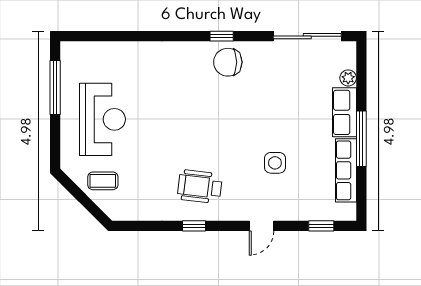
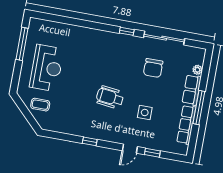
sliding door: (307, 36) -> (164, 38), moved
chair: (228, 62) -> (153, 68), moved, turned -90
wheelchair: (200, 187) -> (110, 97), moved
window: (321, 226) -> (152, 153), moved

